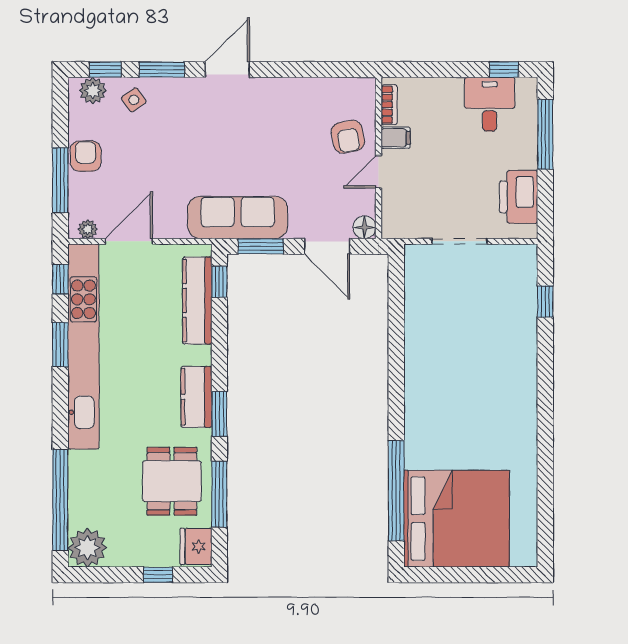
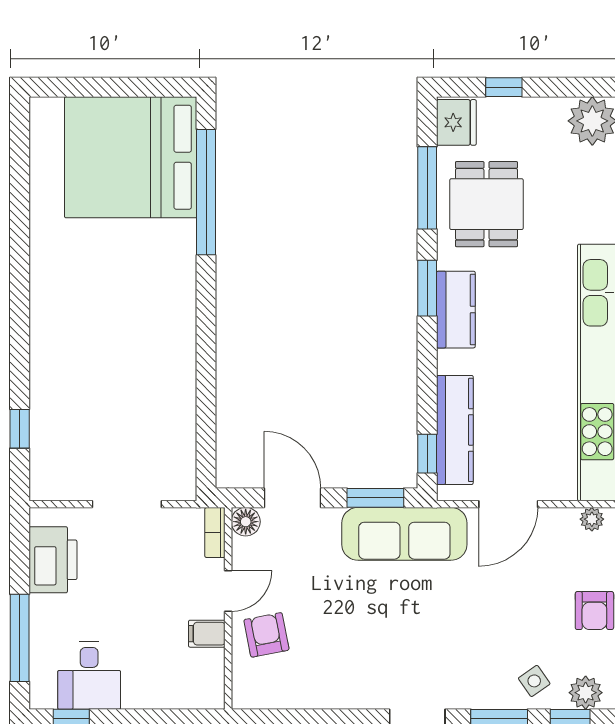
bookcase: (389, 105) -> (215, 533), moved
door: (129, 241) -> (508, 504), moved

